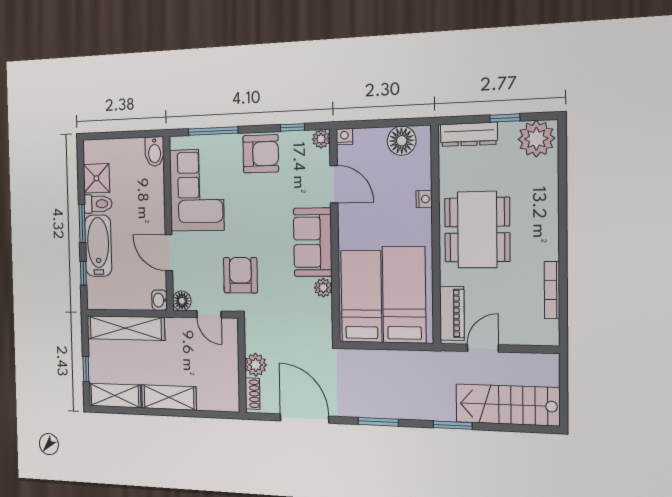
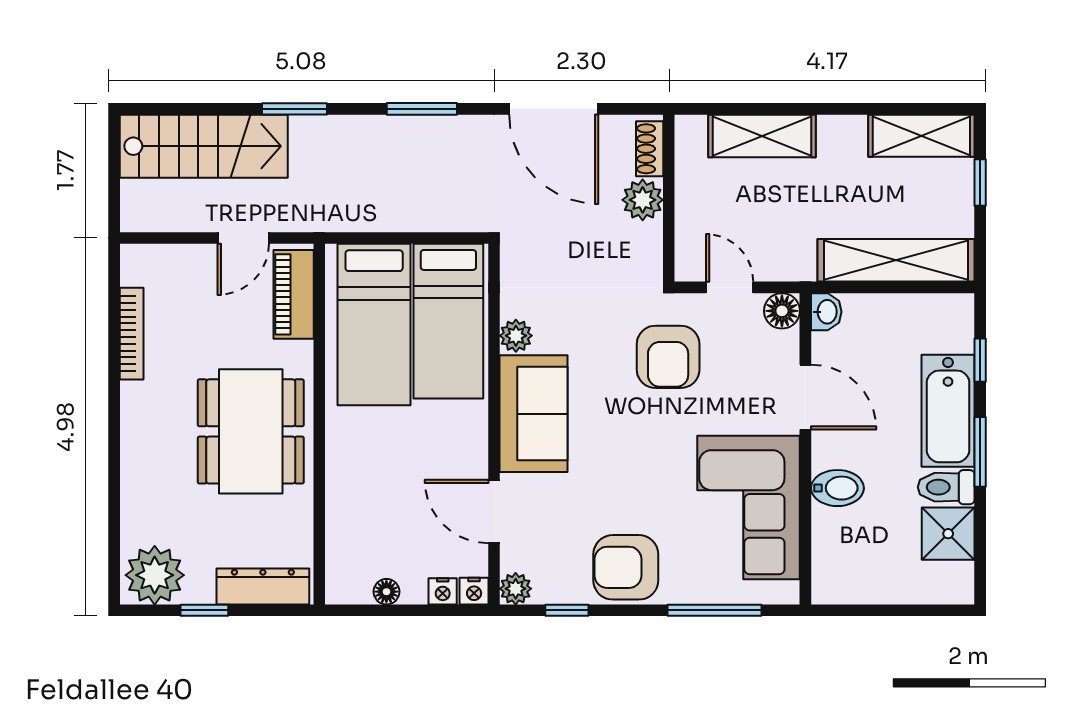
floor lamp: (402, 141) -> (386, 592), width x0.53, depth x0.53
bidet: (155, 152) -> (837, 488), moved, turned 90
nightstand: (424, 199) -> (443, 591), moved, turned -90
shelving: (169, 397) -> (762, 136), moved

